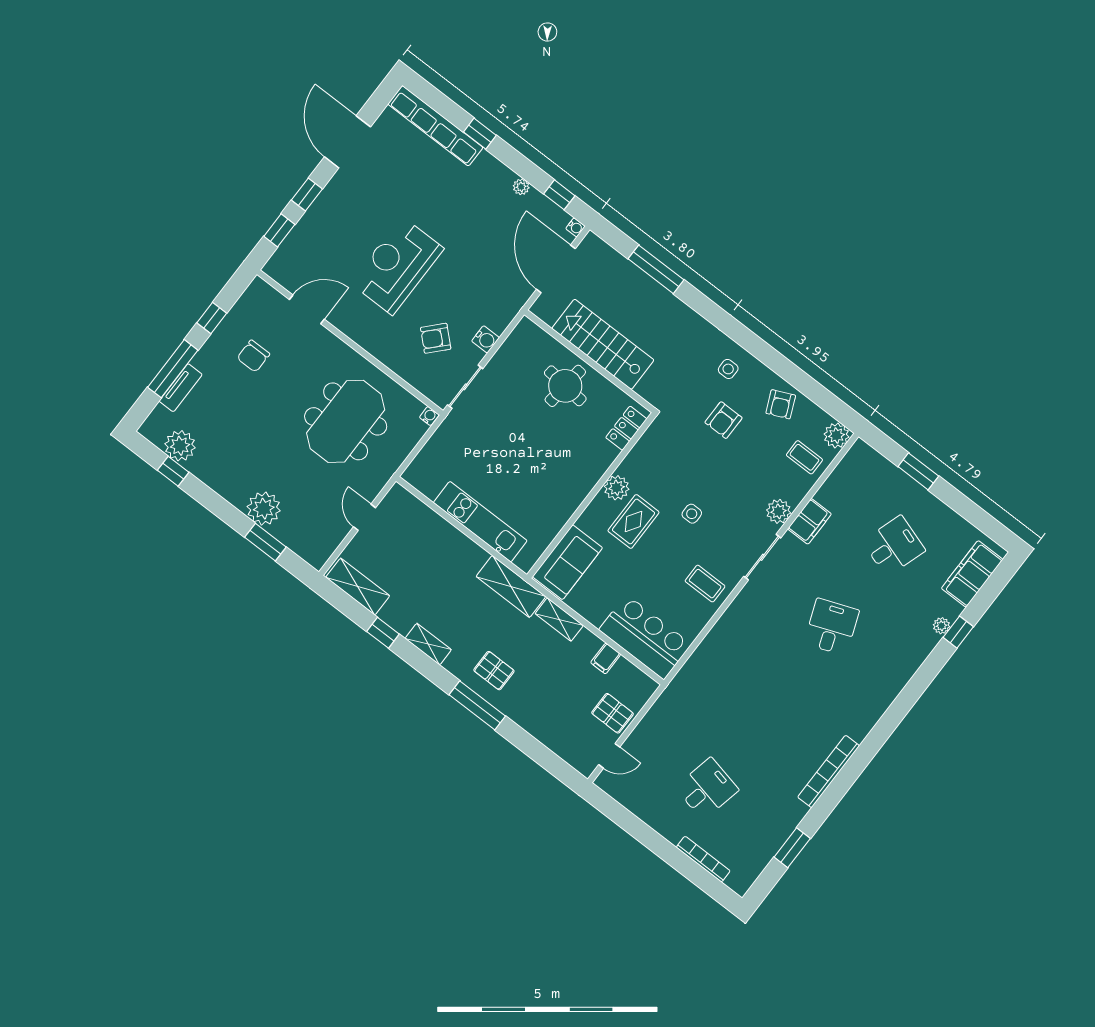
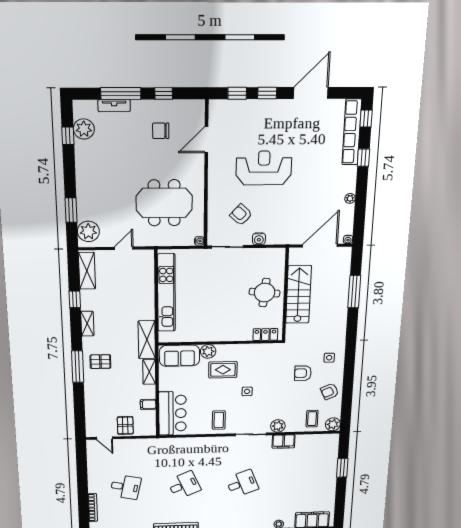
window: (559, 195) -> (366, 119), moved
door: (307, 309) -> (206, 140), swing flipped
plant: (617, 488) -> (208, 351), moved
plant: (264, 509) -> (88, 231), moved
kitchen unit: (480, 522) -> (166, 293), width x1.36
desk: (894, 546) -> (184, 485), moved, turned -42
pallet: (494, 671) -> (100, 362), turned 90

